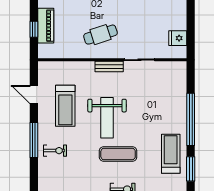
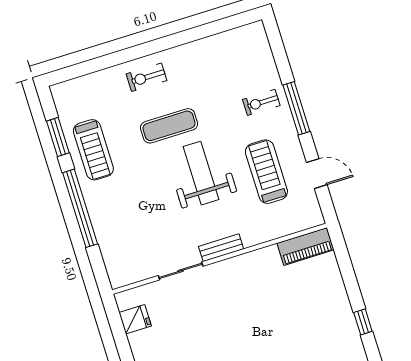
piano: (46, 26) -> (305, 246), moved, turned -90
window: (34, 29) -> (346, 268), removed
cafe table: (100, 35) -> (248, 290), removed

